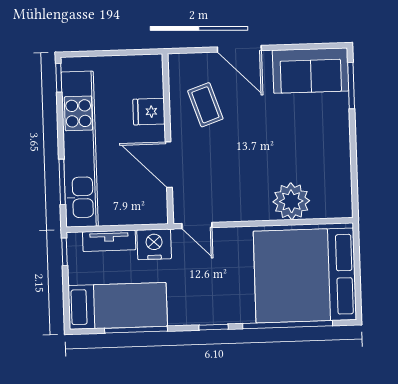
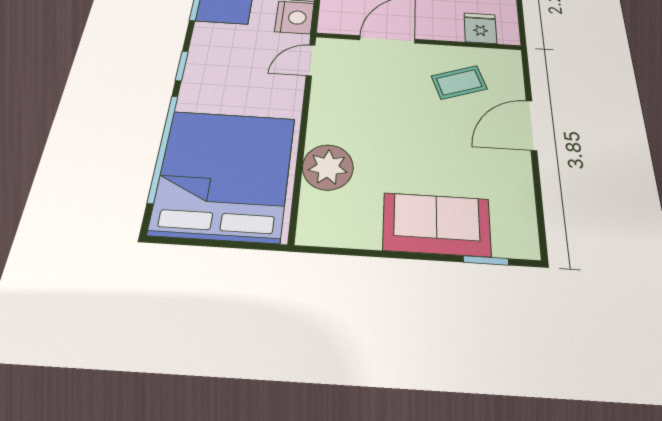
sofa: (311, 71) -> (437, 224), moved, turned 90
window: (351, 86) -> (486, 260), width x0.67
fridge: (149, 112) -> (480, 28), moved

